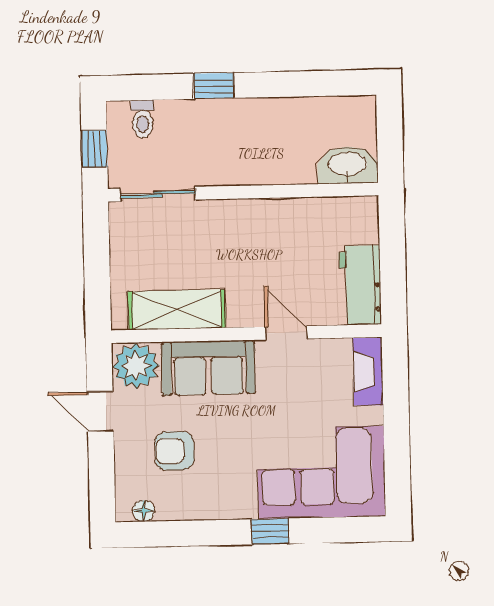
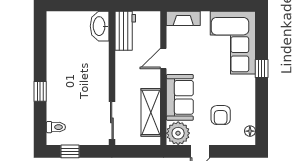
washbasin: (348, 165) -> (100, 26), moved
wall: (243, 192) -> (112, 78), moved
sliding door: (158, 194) -> (112, 120), moved
workbench: (360, 285) -> (125, 31), moved, turned -90

